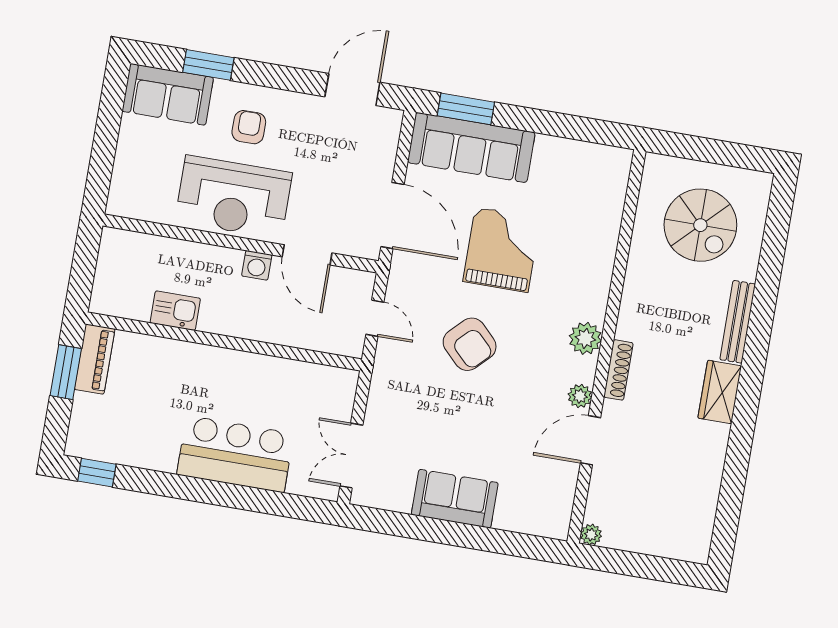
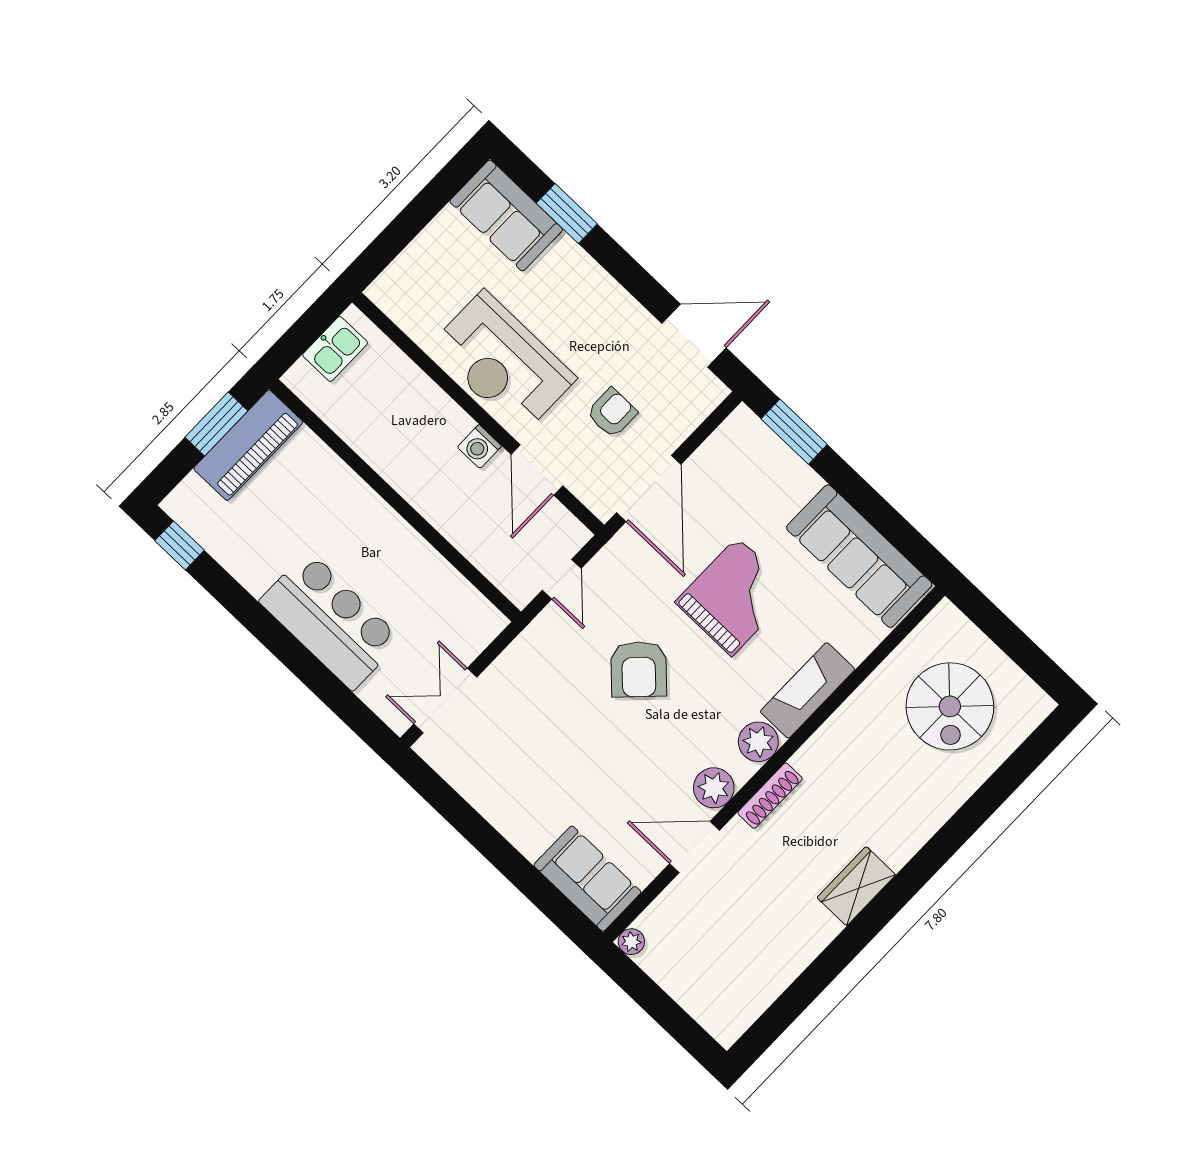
armchair: (249, 127) -> (612, 413), moved
sofa: (471, 147) -> (859, 556), moved
fireplace: (595, 280) -> (808, 690), added
kitchen sink: (175, 311) -> (335, 349), moved, turned 90
bench: (738, 322) -> (922, 828), removed
piano: (95, 359) -> (248, 445), width x1.37, depth x1.33
plant: (580, 396) -> (714, 788), width x1.38, depth x1.38
sofa: (455, 499) -> (587, 879), moved

